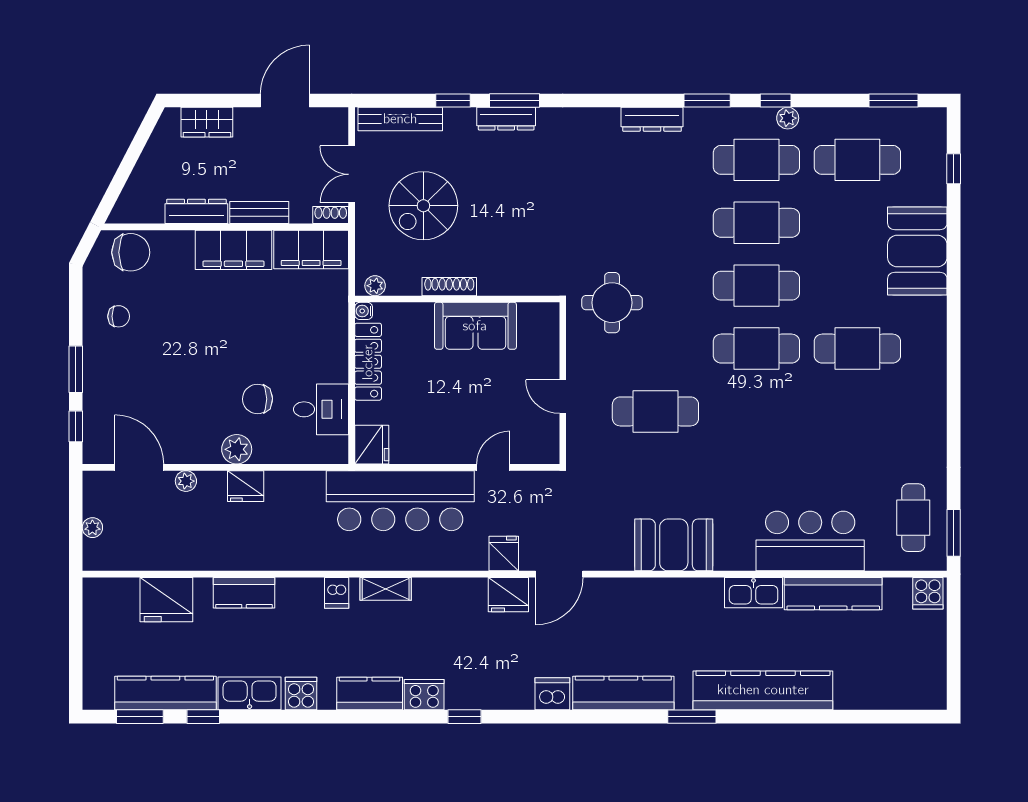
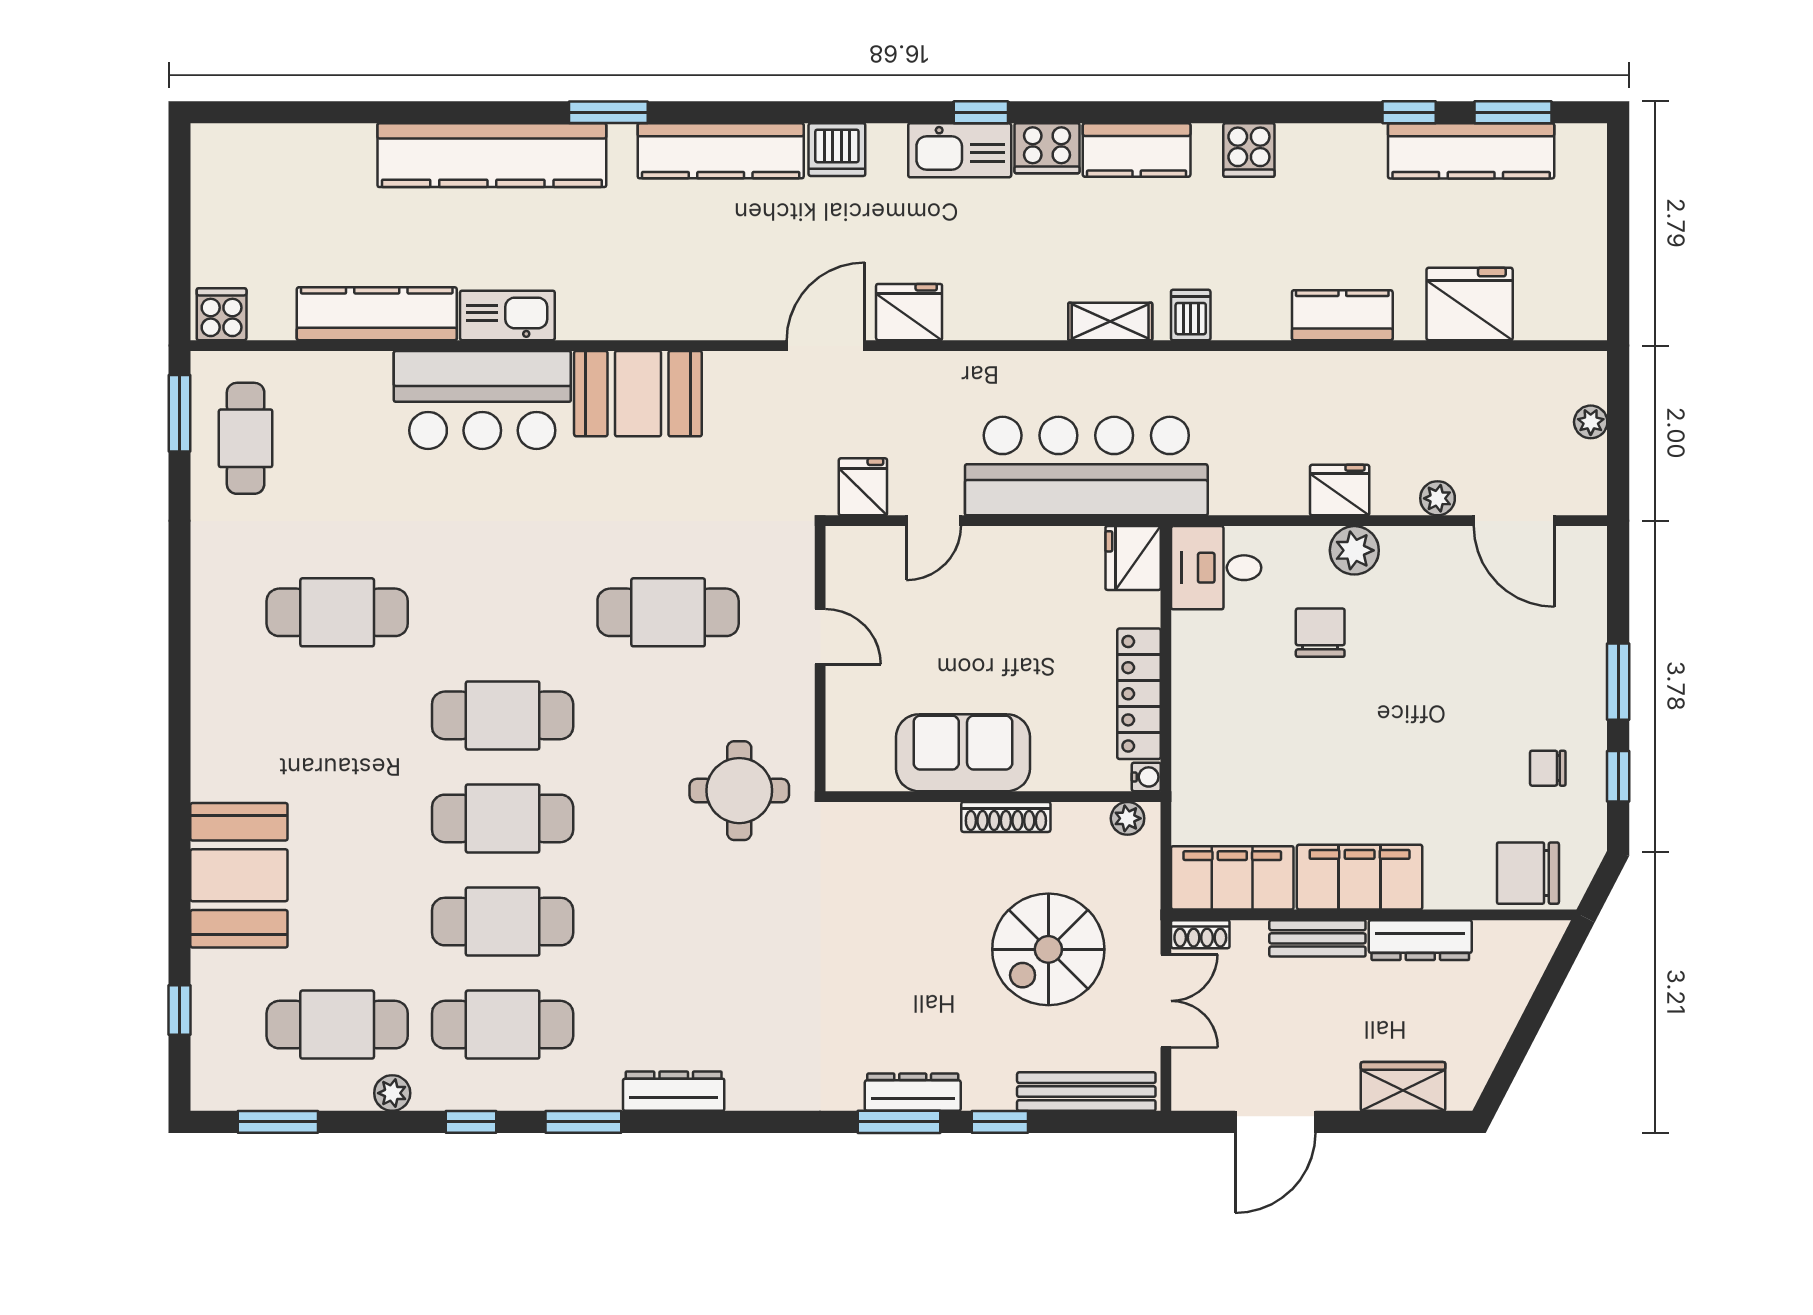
plant: (788, 118) -> (392, 1093), moved
spiral stairs: (423, 206) -> (1048, 949), turned 180
cafe table: (857, 349) -> (337, 612), moved
chair: (257, 399) -> (1320, 633), turned -89
desk: (321, 409) -> (1216, 568), moved
window: (76, 426) -> (1618, 776), moved
bar counter: (810, 541) -> (482, 400), moved
fridge: (504, 553) -> (863, 487), moved, turned 180
kitchen sink: (250, 693) -> (960, 150), moved

